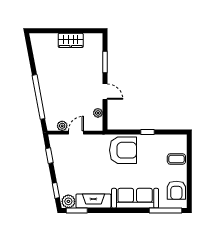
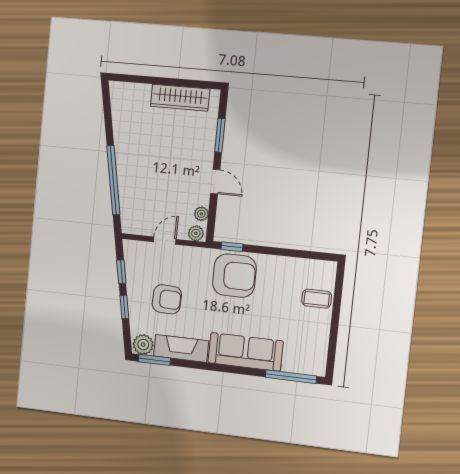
wardrobe: (71, 40) -> (180, 98), width x1.50
plant: (62, 126) -> (196, 233), moved
window: (148, 132) -> (232, 247), moved
window: (56, 190) -> (124, 307), moved
armchair: (176, 190) -> (167, 299), moved, turned -88

